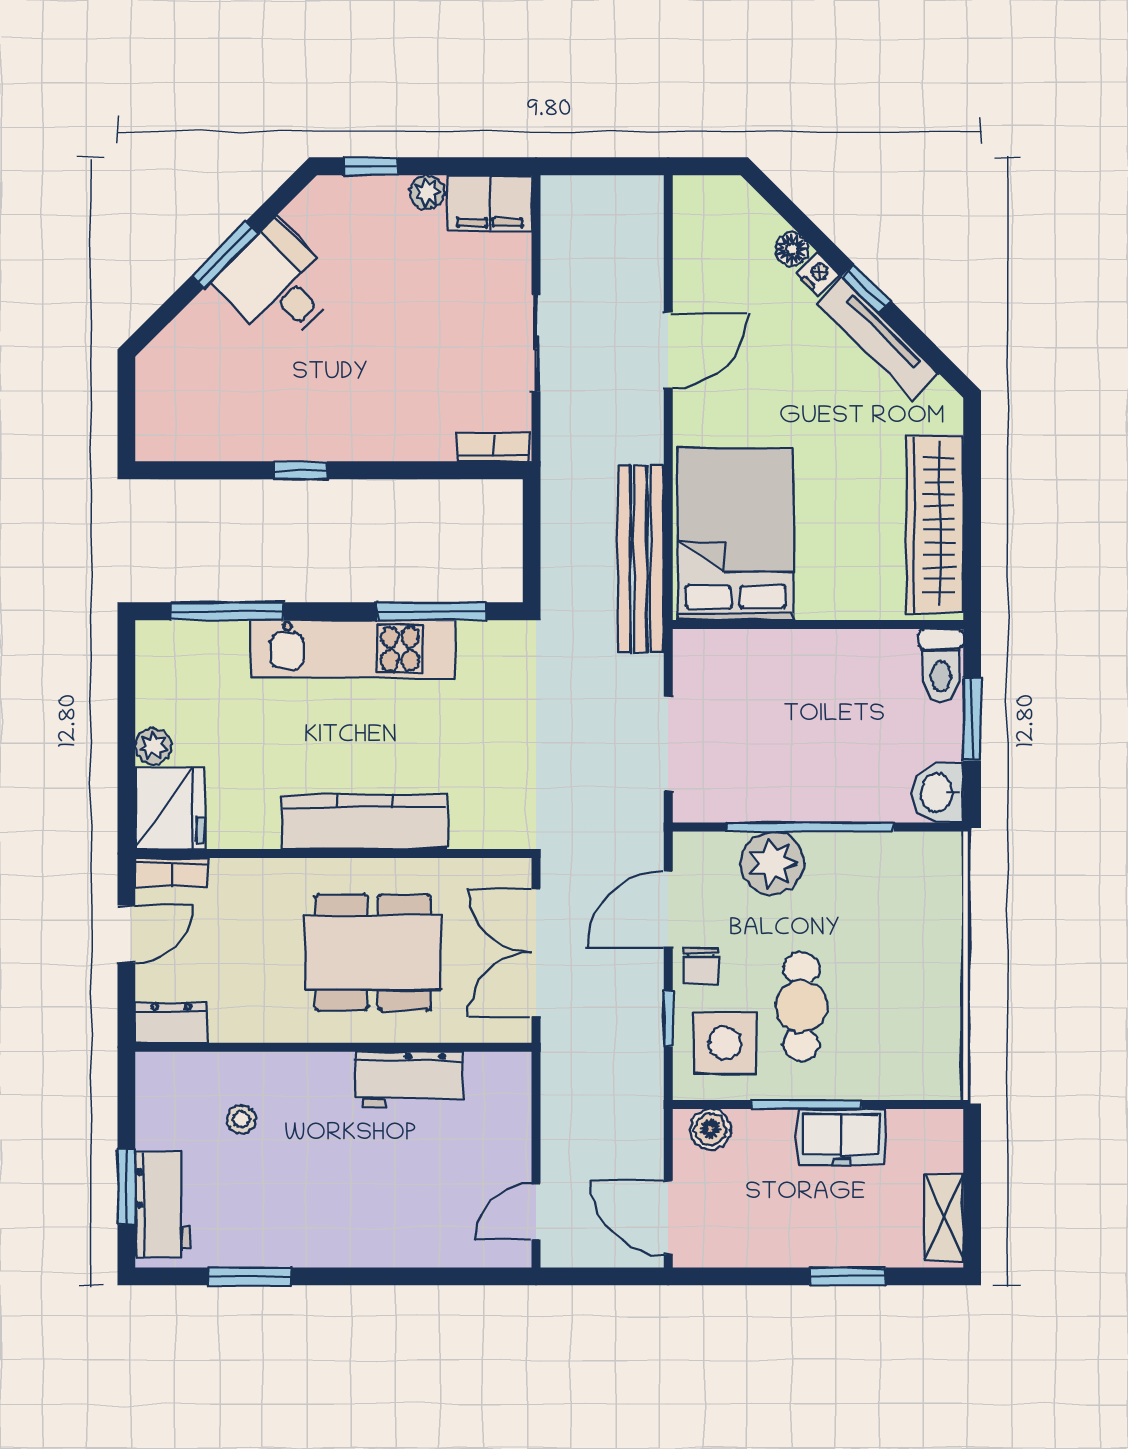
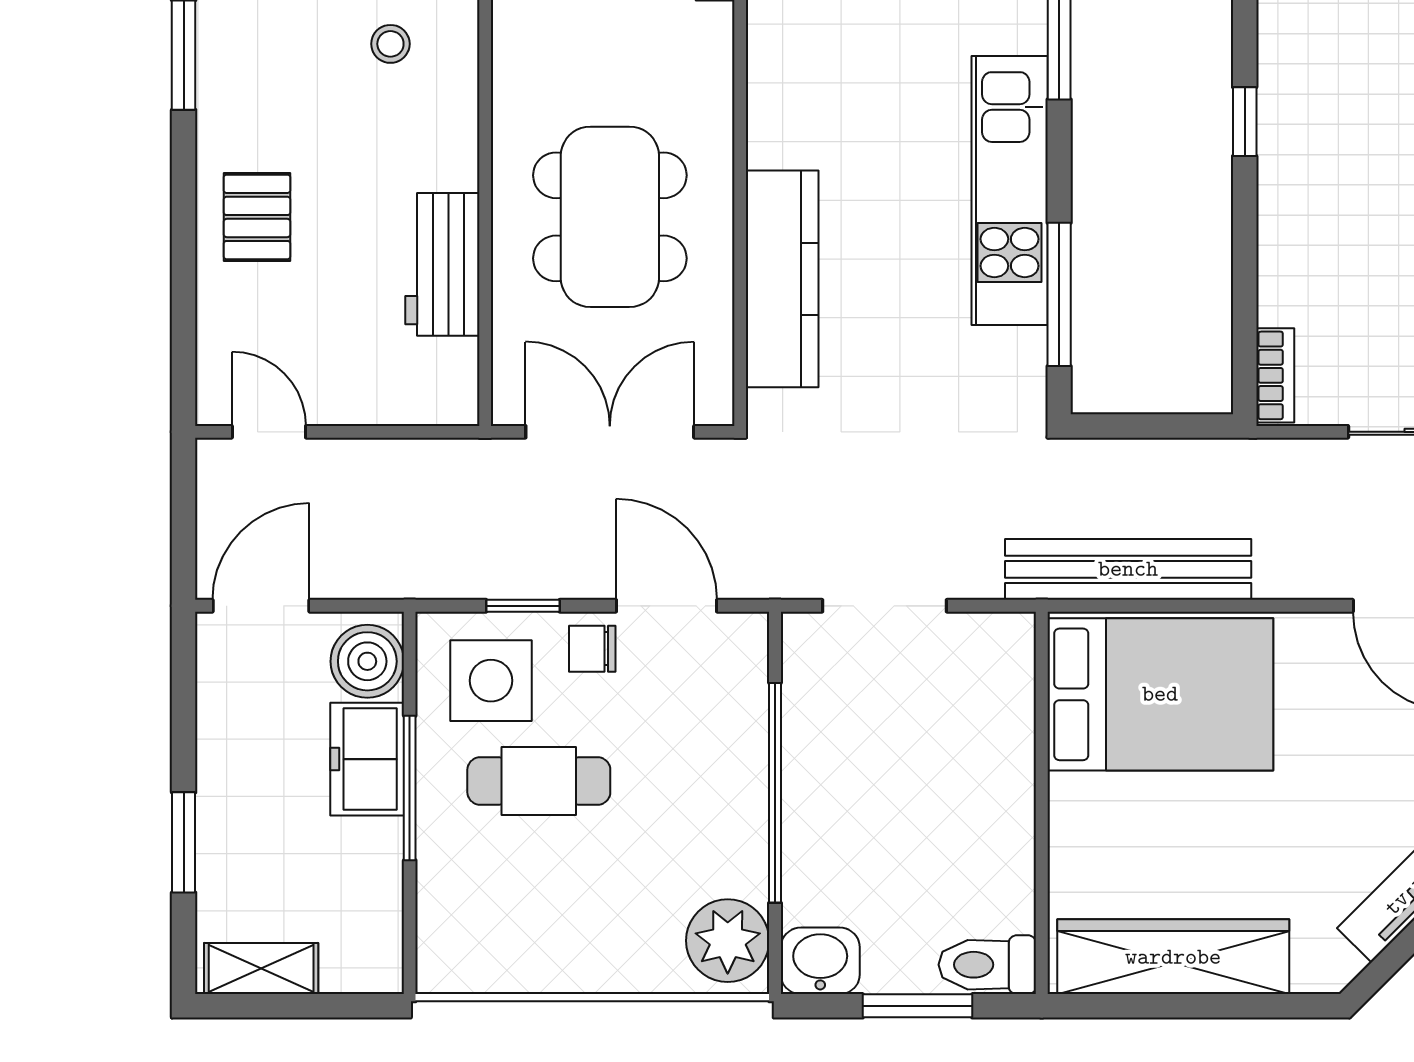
kitchen counter: (365, 822) -> (782, 279), moved
plant: (772, 863) -> (728, 941), moved
boiler: (710, 1129) -> (367, 661), width x1.36, depth x1.36
freezer: (841, 1137) -> (367, 759), moved
pallet: (373, 1221) -> (257, 217), added

